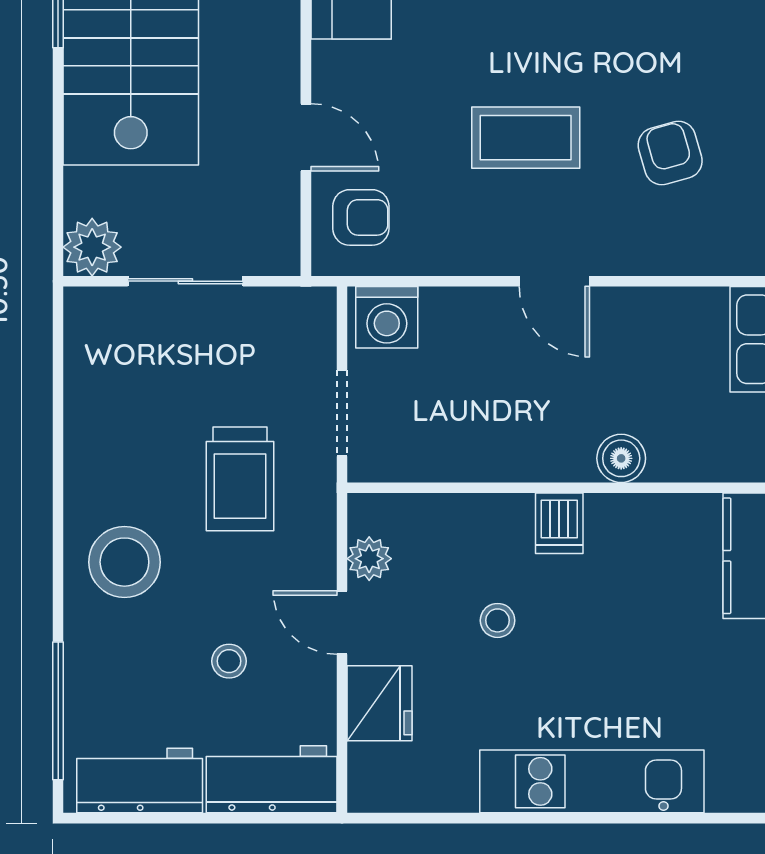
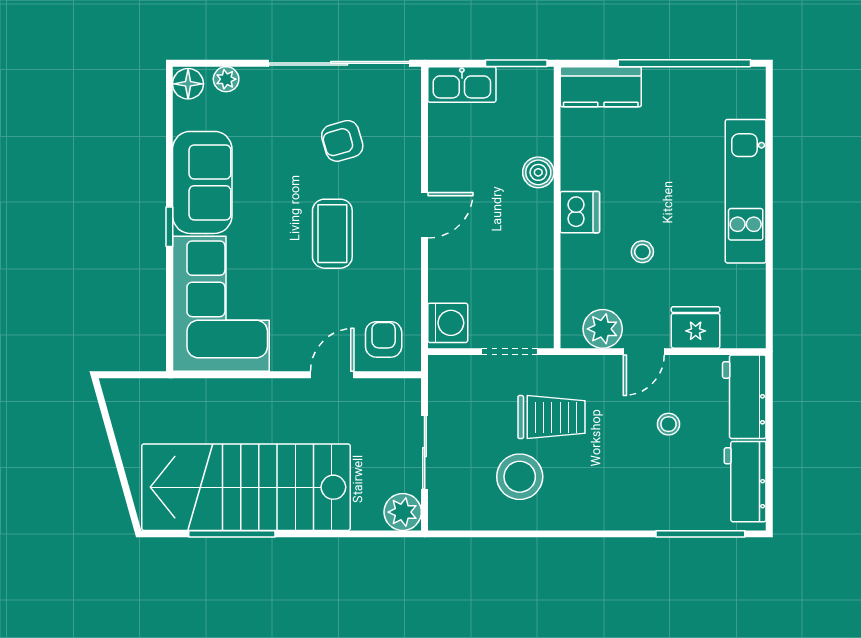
dishwasher: (559, 523) -> (580, 212), width x1.38
plant: (369, 559) -> (603, 329), width x1.38, depth x1.38
stool: (124, 562) -> (520, 477), moved

